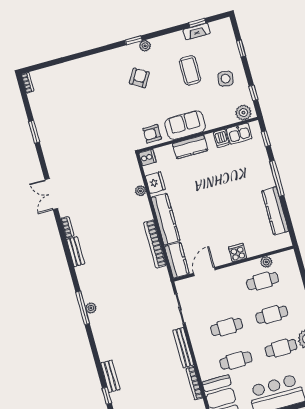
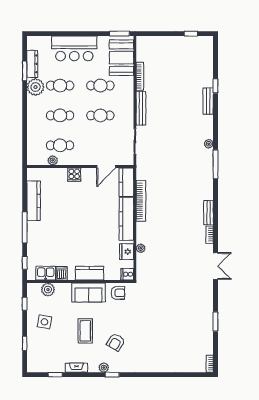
fireplace: (197, 31) -> (76, 368), moved
coffee table: (190, 70) -> (85, 331), moved
plant: (243, 113) -> (48, 290), moved
plant: (91, 308) -> (209, 144), moved

